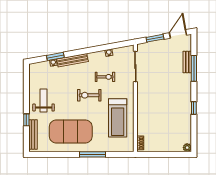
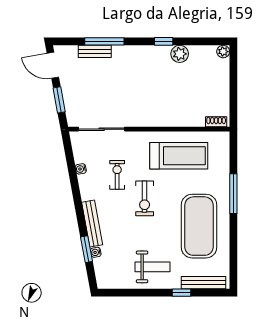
weight bench: (44, 101) -> (153, 267), turned 180
plant: (186, 119) -> (180, 54), added

